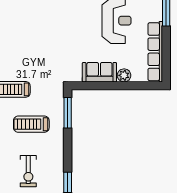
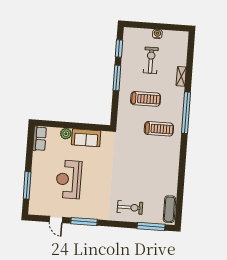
row of seats: (155, 52) -> (40, 139), width x0.50
window: (68, 113) -> (117, 78), moved

